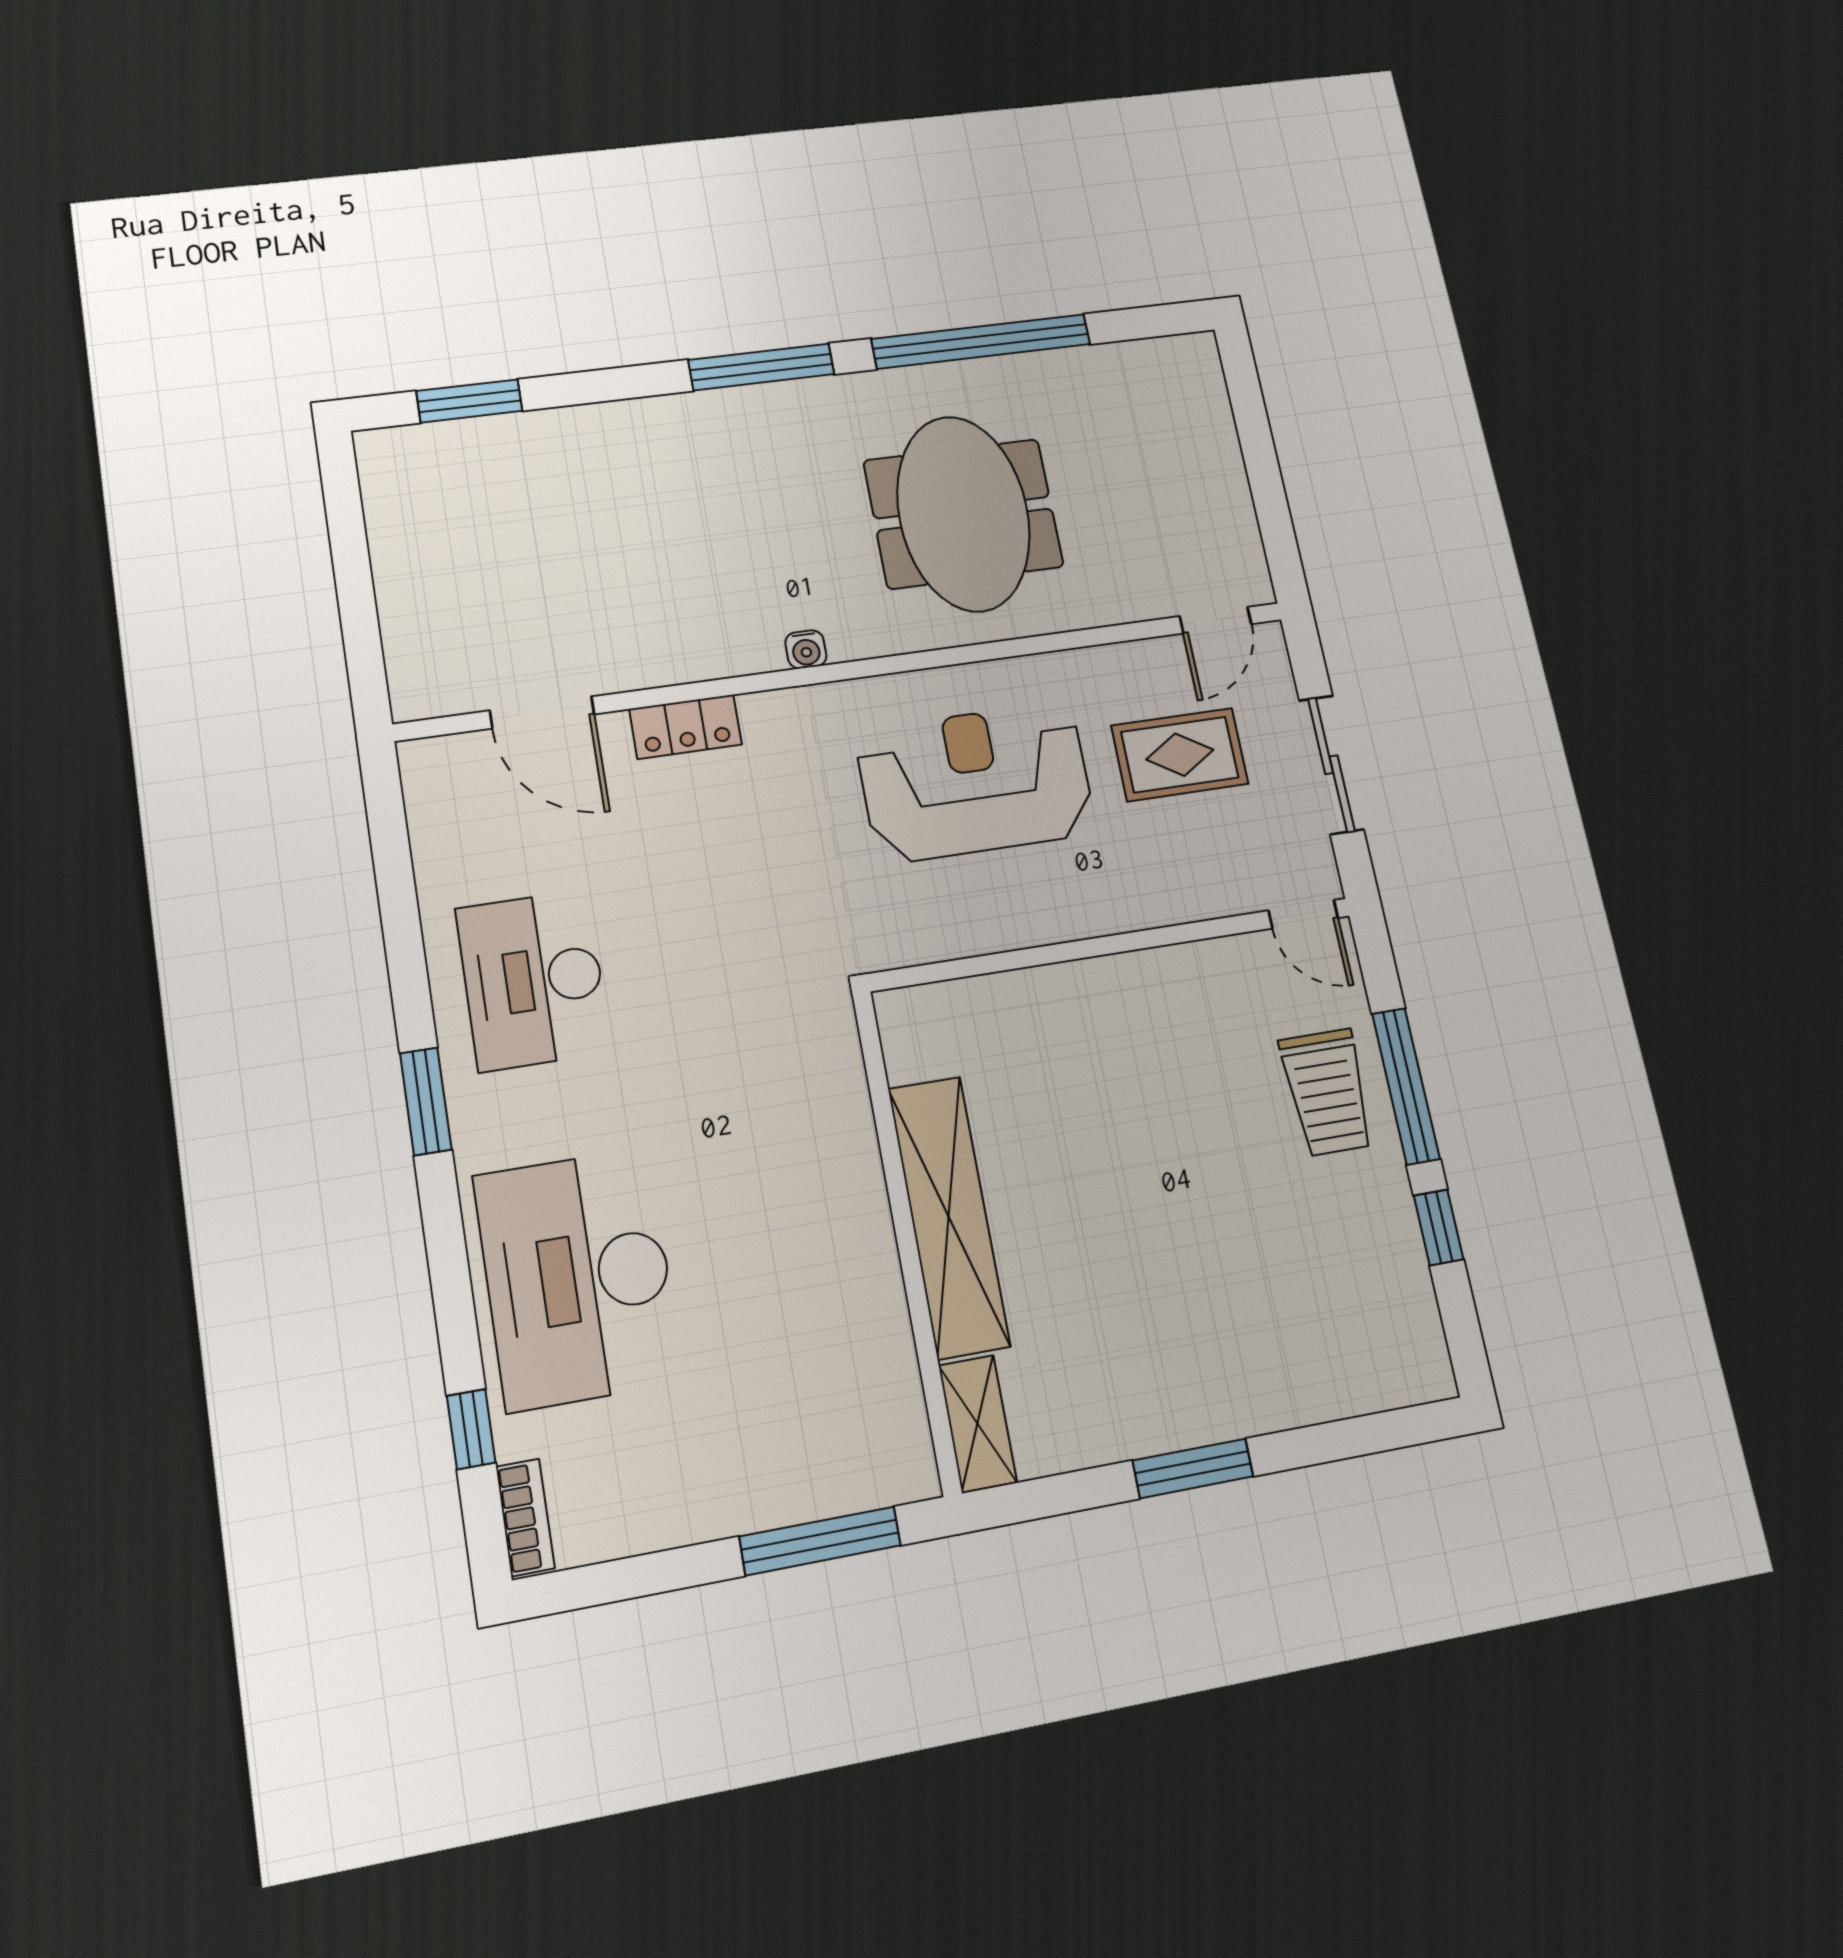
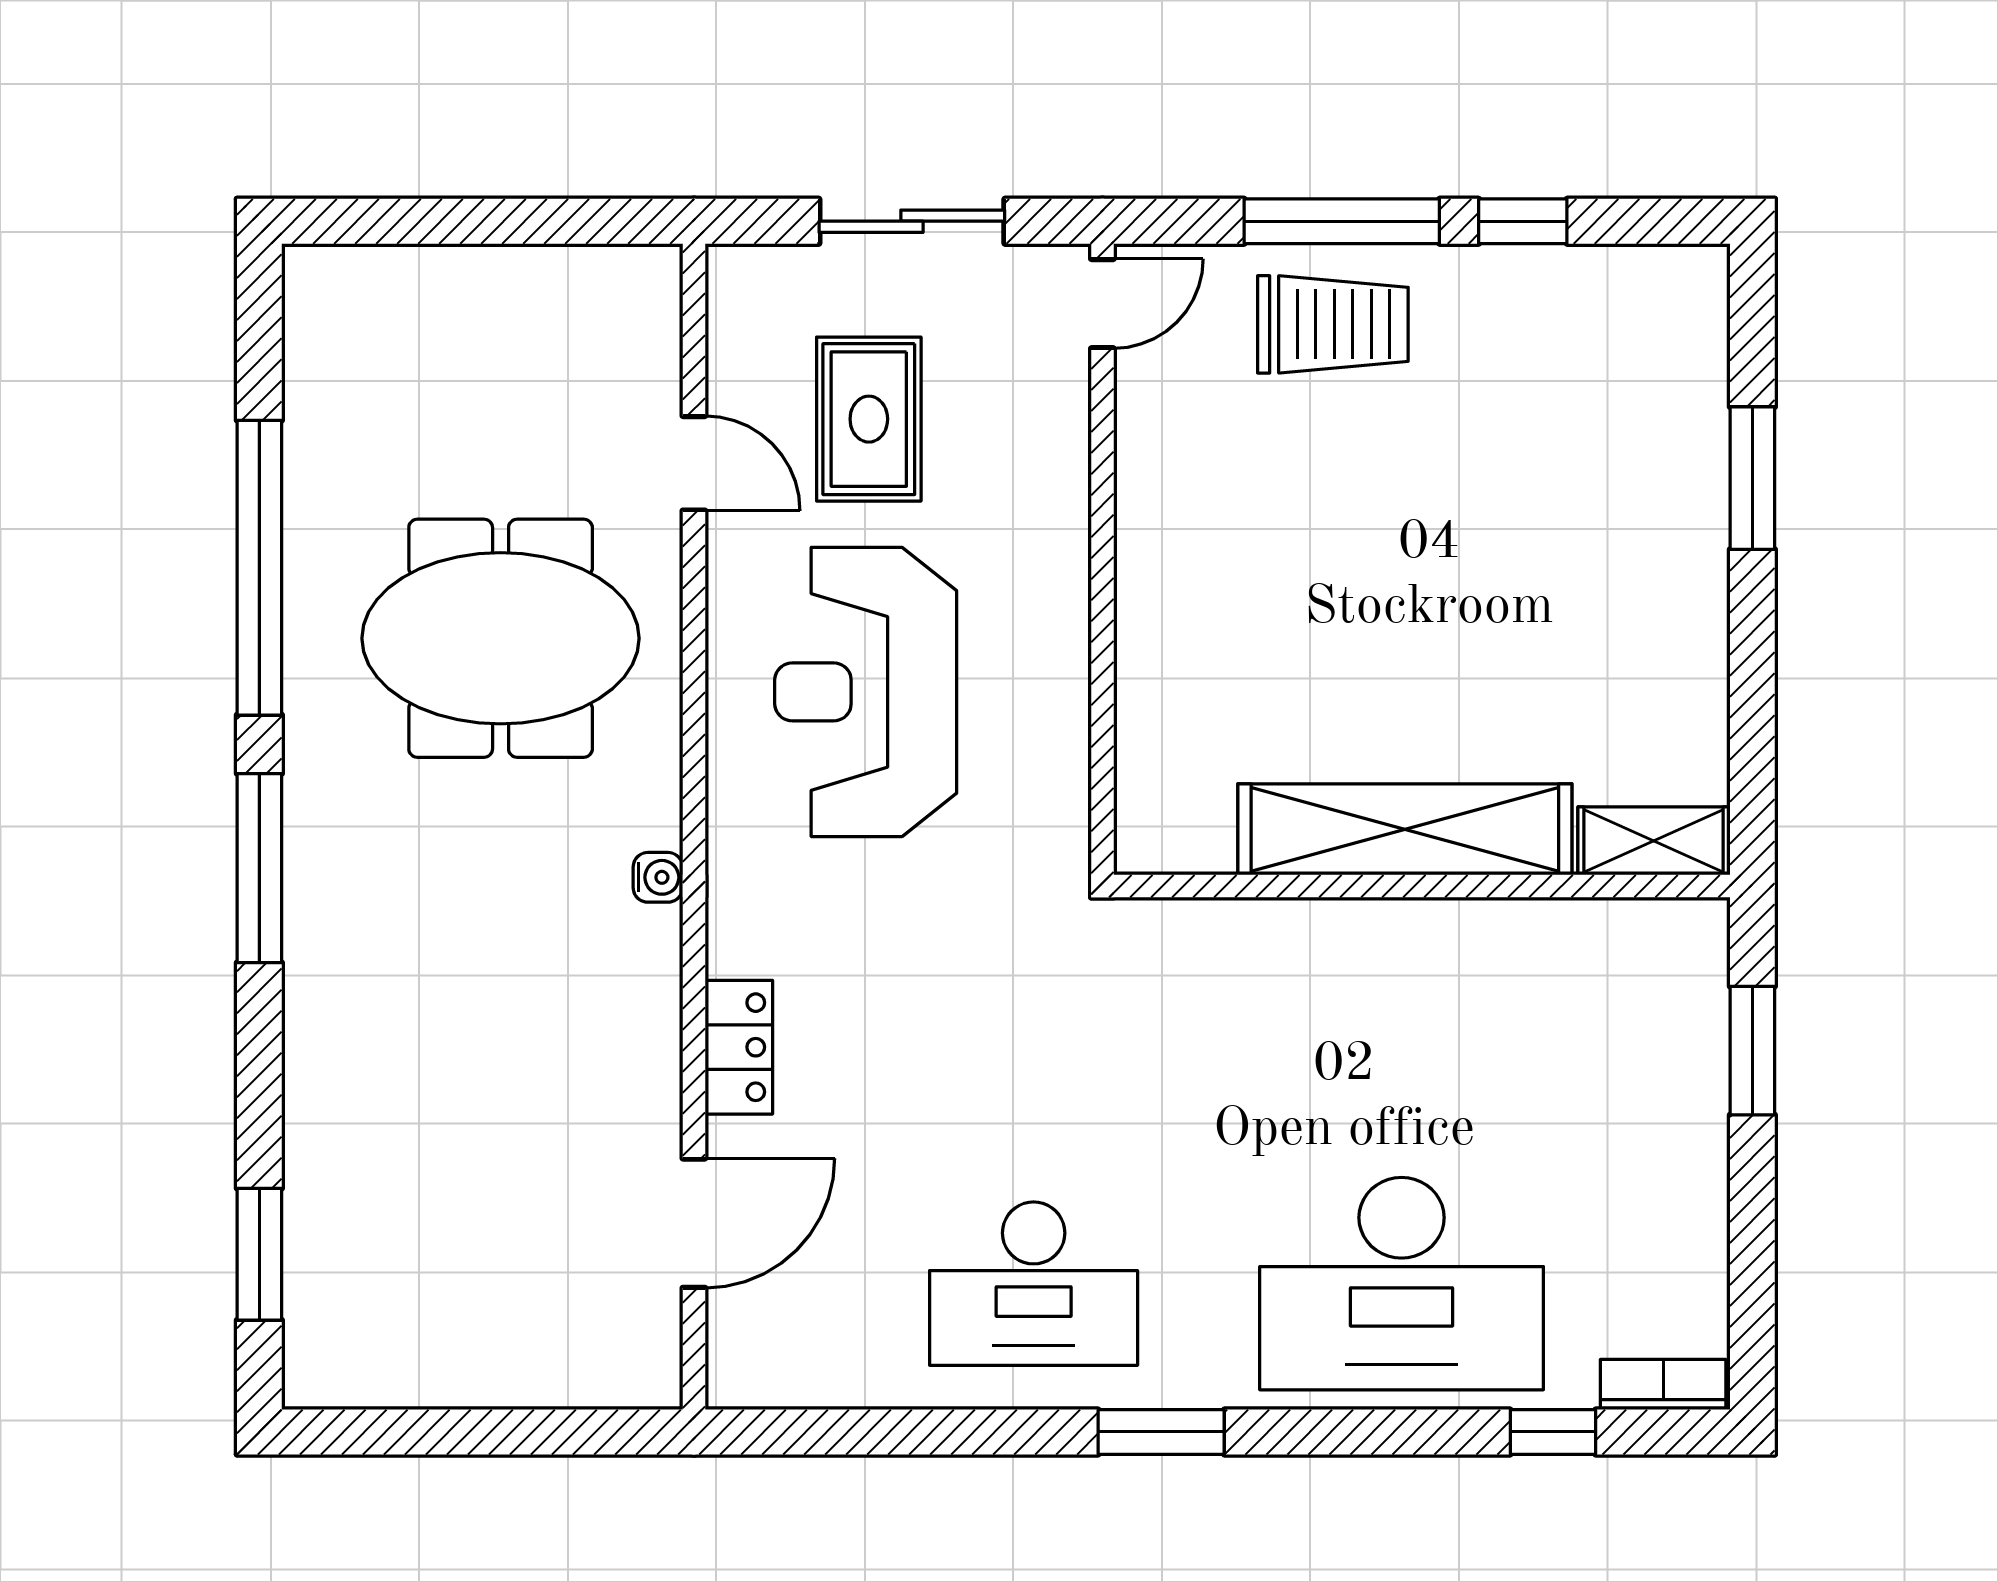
door: (1216, 620) -> (694, 463), moved
window: (1193, 1468) -> (1752, 478), moved
window: (820, 1541) -> (1752, 1051), width x0.69

